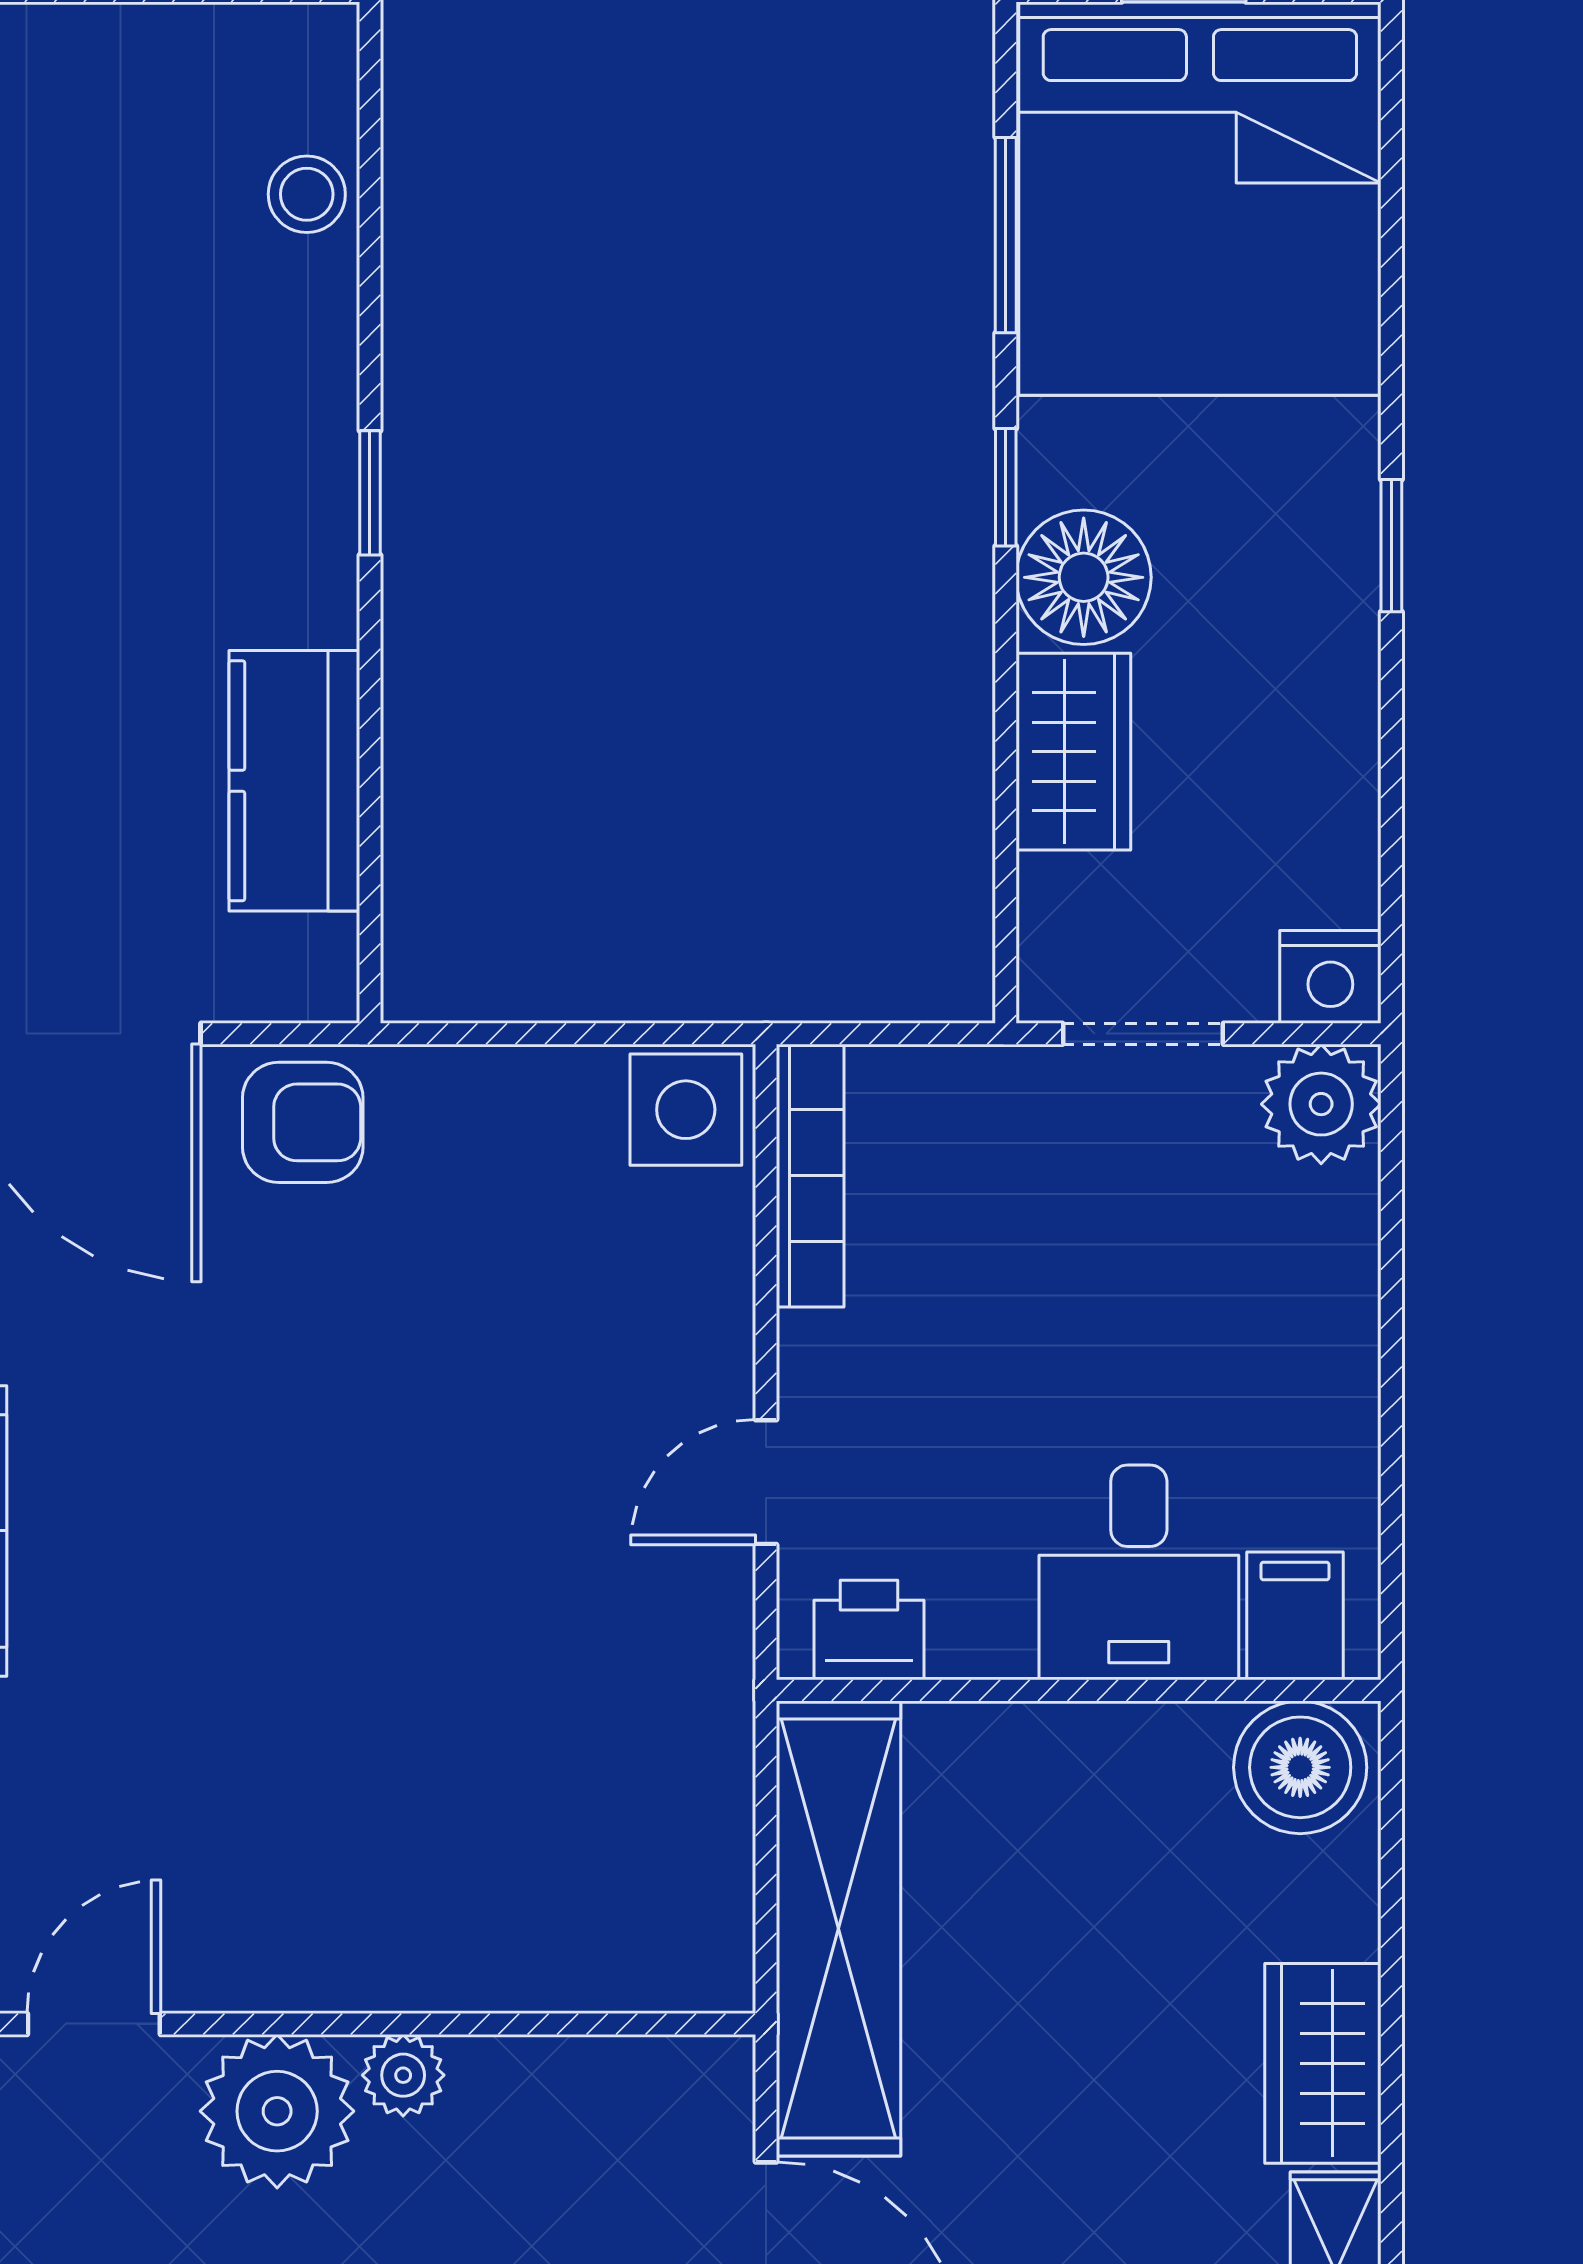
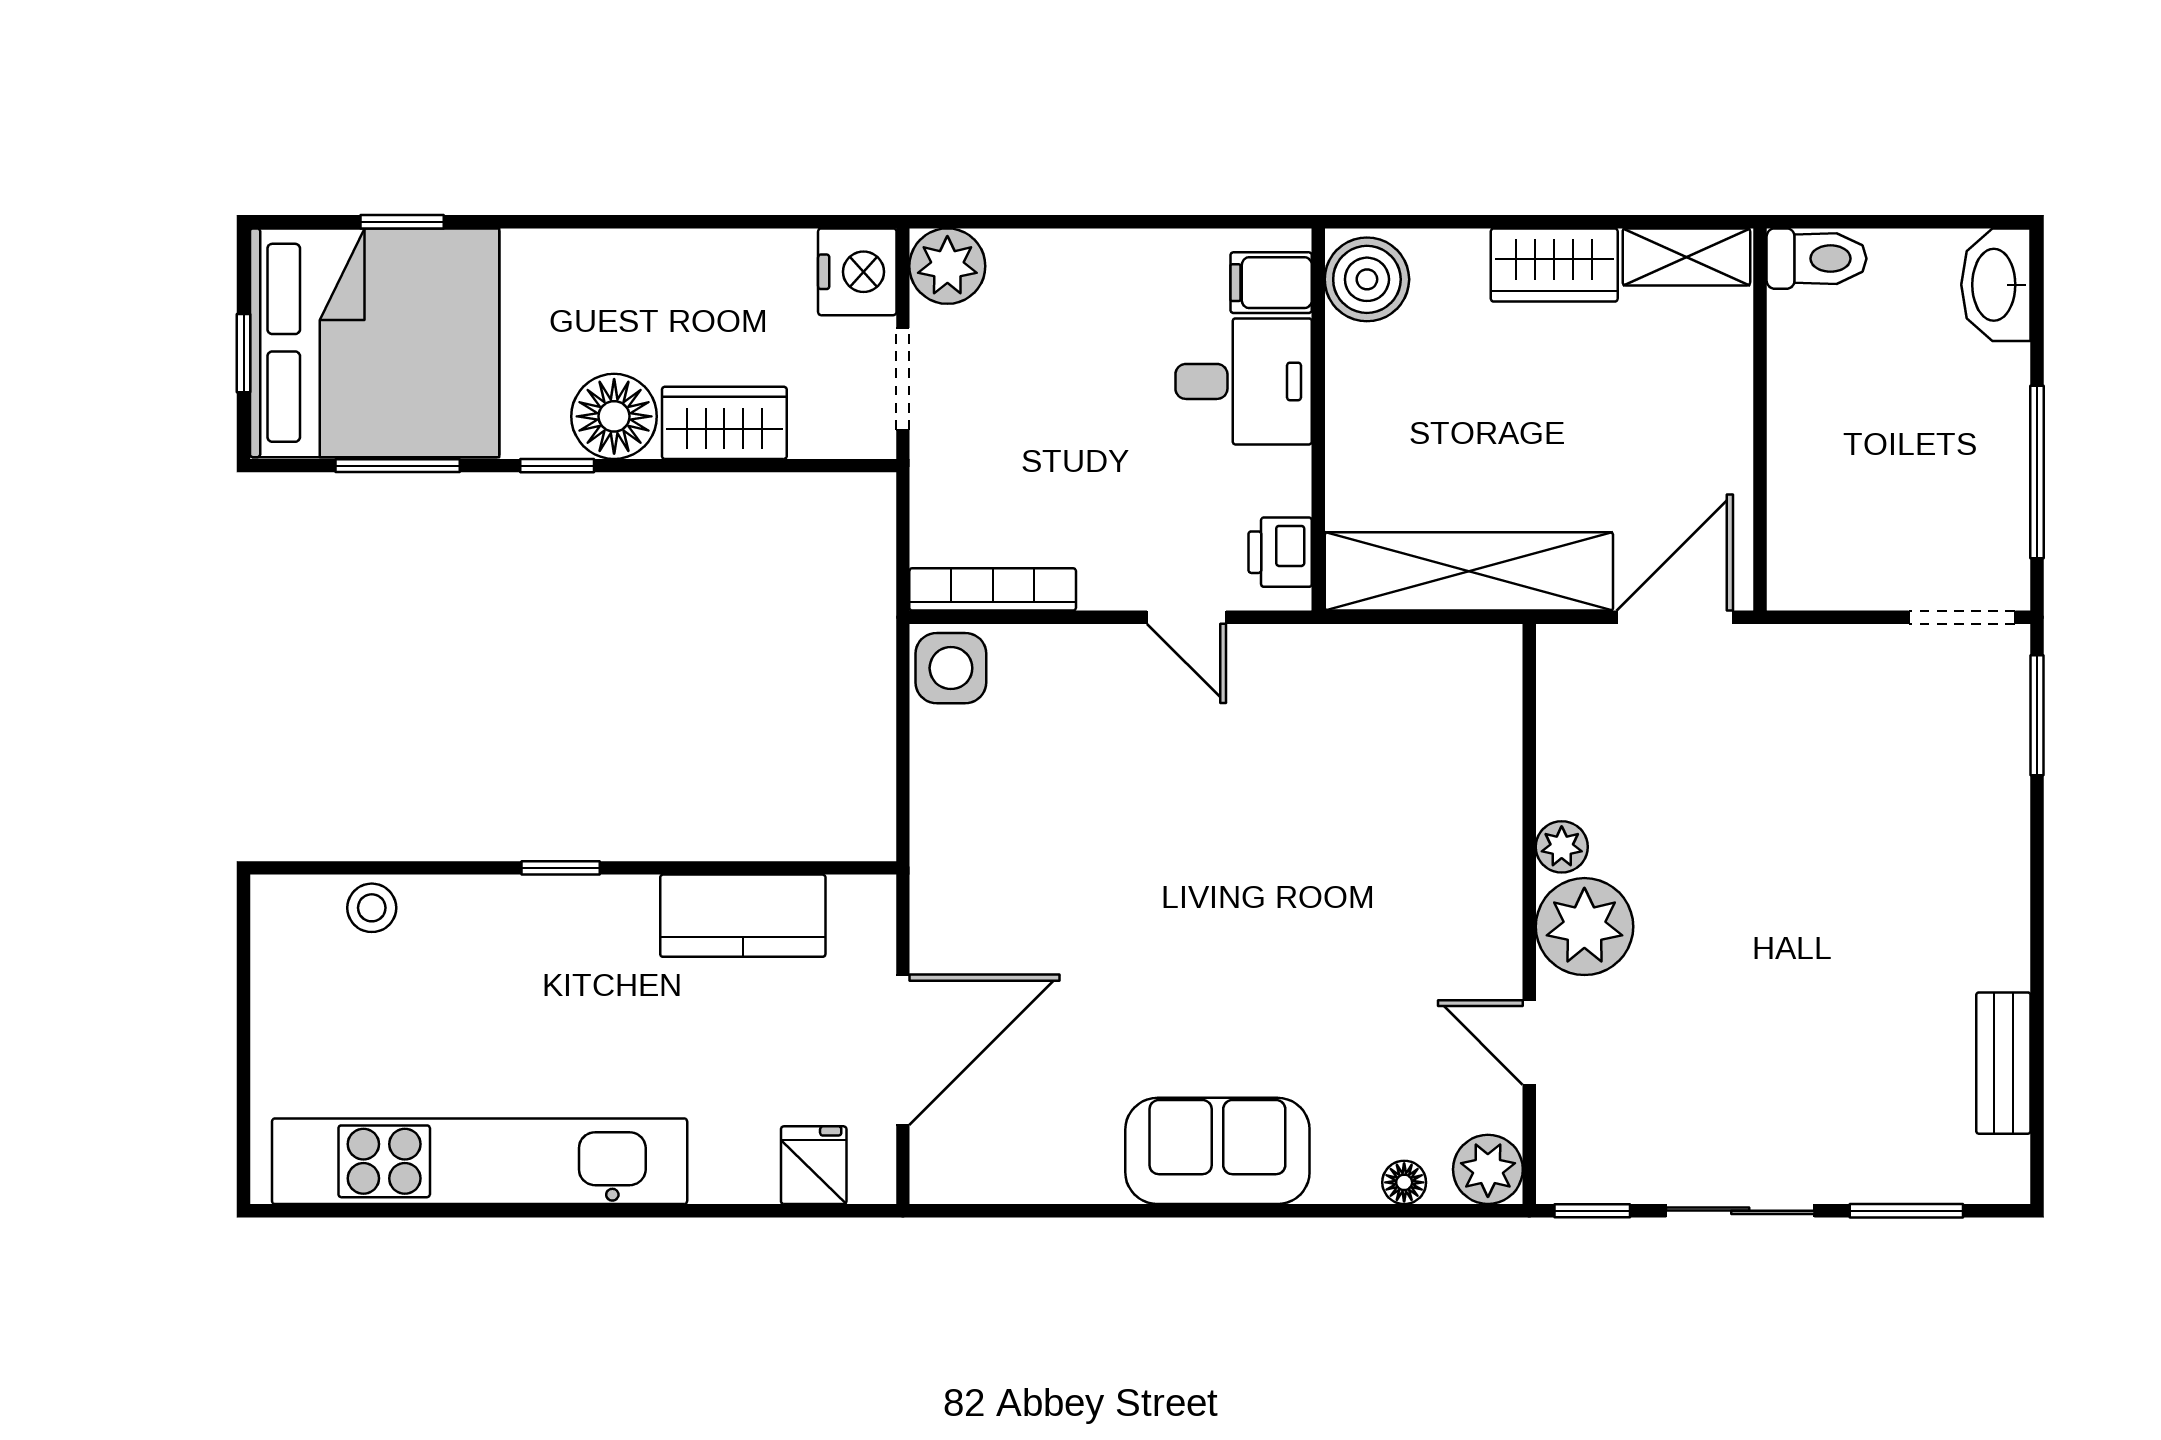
window: (1391, 546) -> (402, 222), moved
nightstand: (1330, 977) -> (857, 272), width x1.36, depth x1.33
armchair: (303, 1122) -> (959, 910), removed

